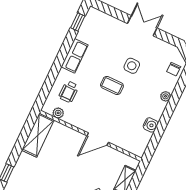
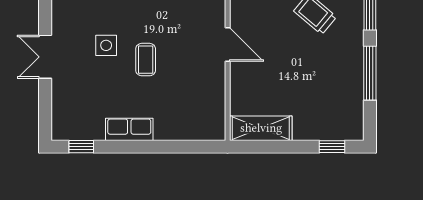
wheelchair: (69, 92) -> (182, 114), removed
plant: (58, 113) -> (217, 115), removed

